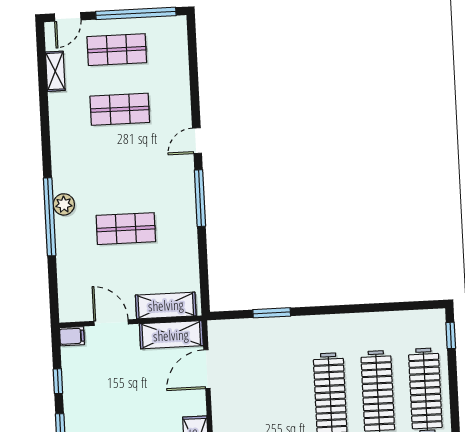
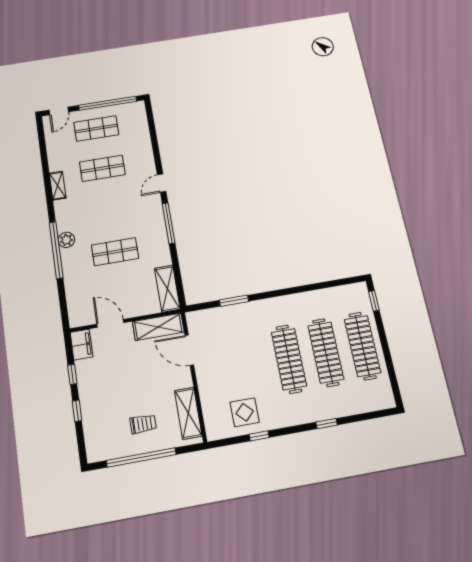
shelving: (55, 71) -> (58, 186), moved
shelving: (166, 305) -> (167, 289), moved, turned 90
filing cabinet: (72, 336) -> (81, 345), width x2.00
door: (207, 369) -> (189, 350), hinge flipped

